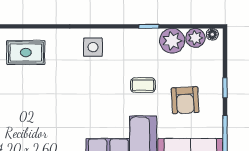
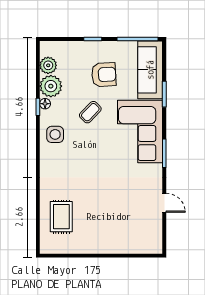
floor lamp: (212, 34) -> (45, 104), moved
side table: (93, 47) -> (55, 134), moved
coffee table: (143, 85) -> (90, 112), turned 44

